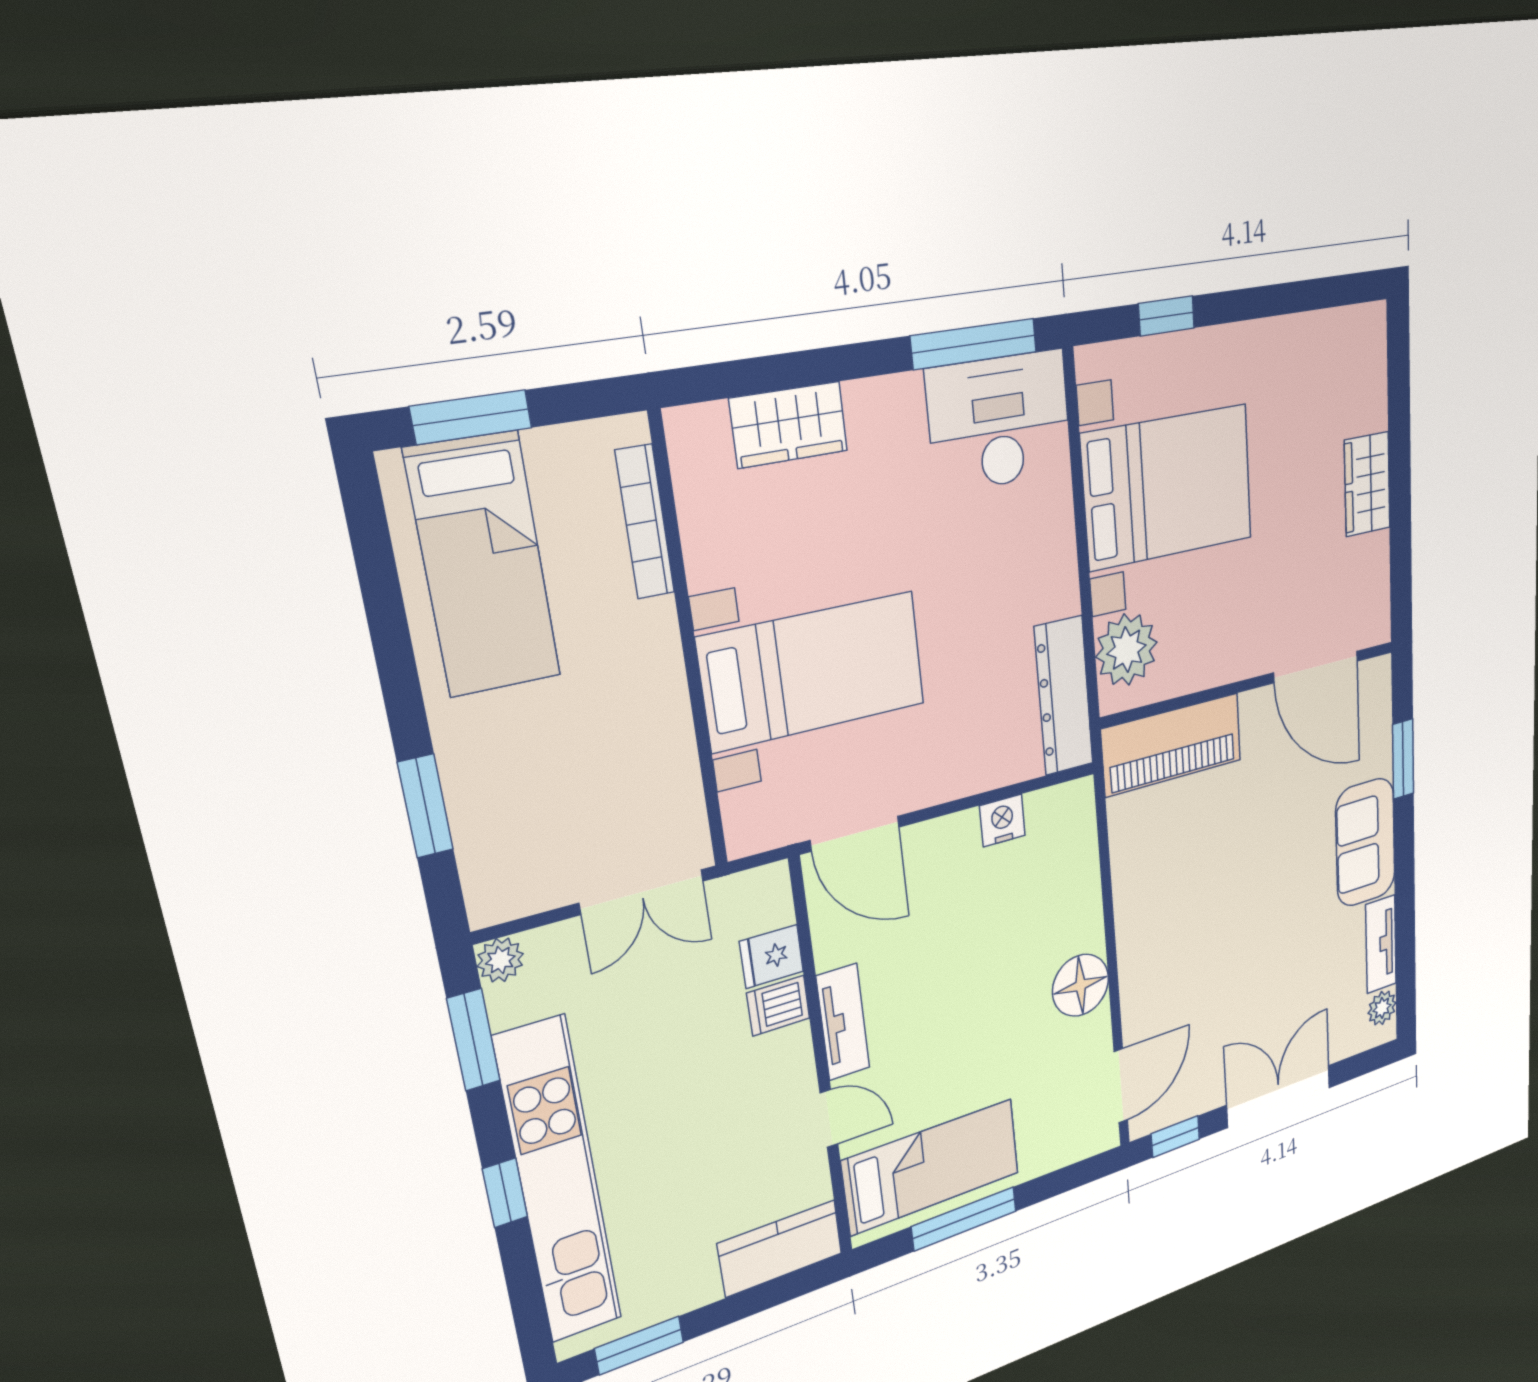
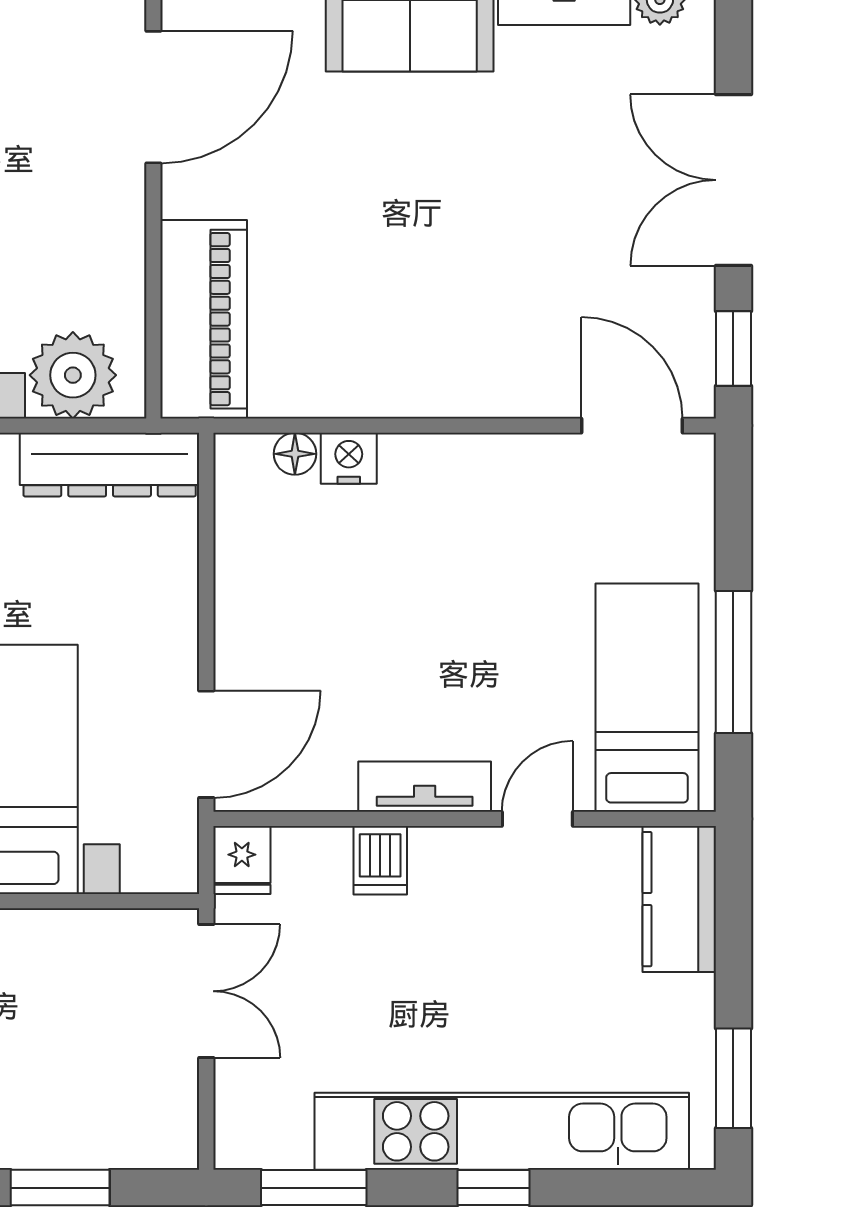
nightstand: (1002, 821) -> (349, 458), moved, turned 90
fridge: (772, 956) -> (242, 860), moved
plant: (500, 960) -> (237, 1146), removed
floor lamp: (1081, 985) -> (295, 454), moved, width x0.53, depth x0.53

